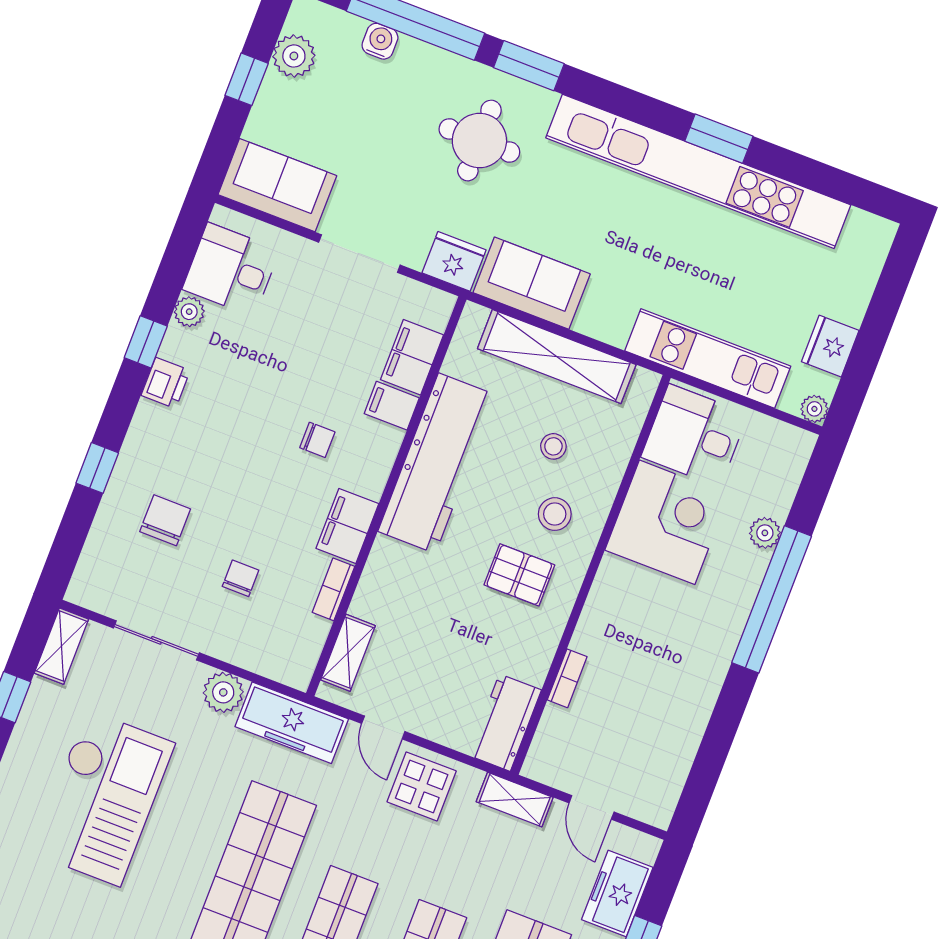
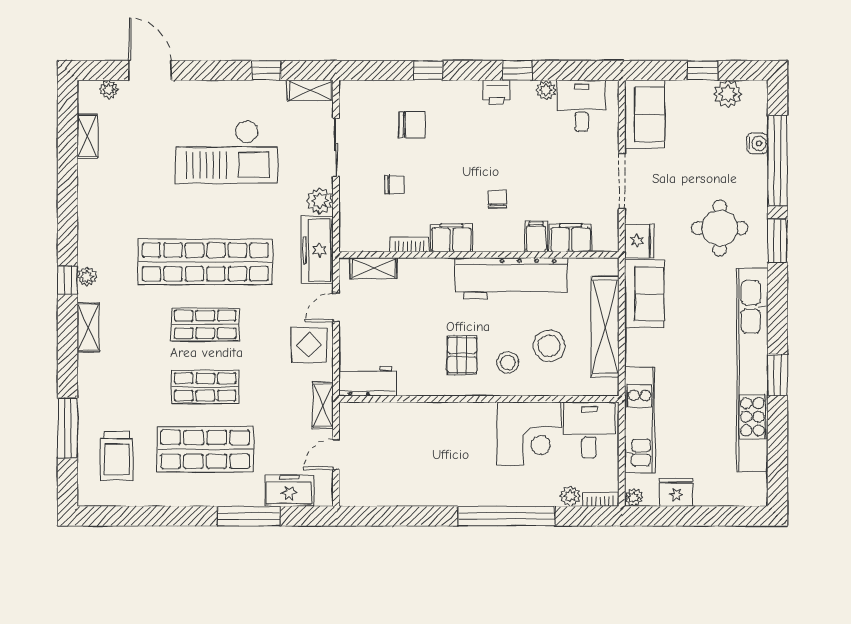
chair: (317, 440) -> (497, 199), turned 180
stool: (553, 446) -> (549, 346), width x1.89, depth x1.89
plant: (765, 533) -> (570, 496), moved
bookcase: (567, 678) -> (600, 499), moved, turned 180

